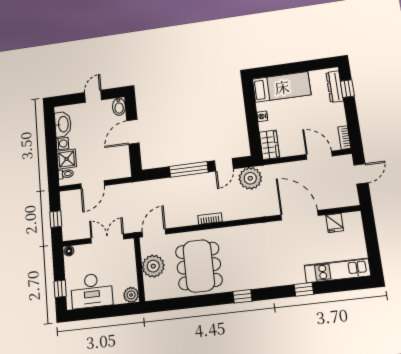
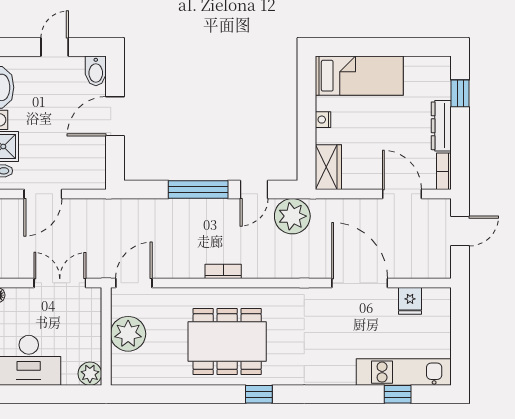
dresser: (335, 87) -> (441, 126), moved
dining table: (199, 266) -> (227, 342), moved, turned 90
window: (304, 289) -> (398, 394), moved

